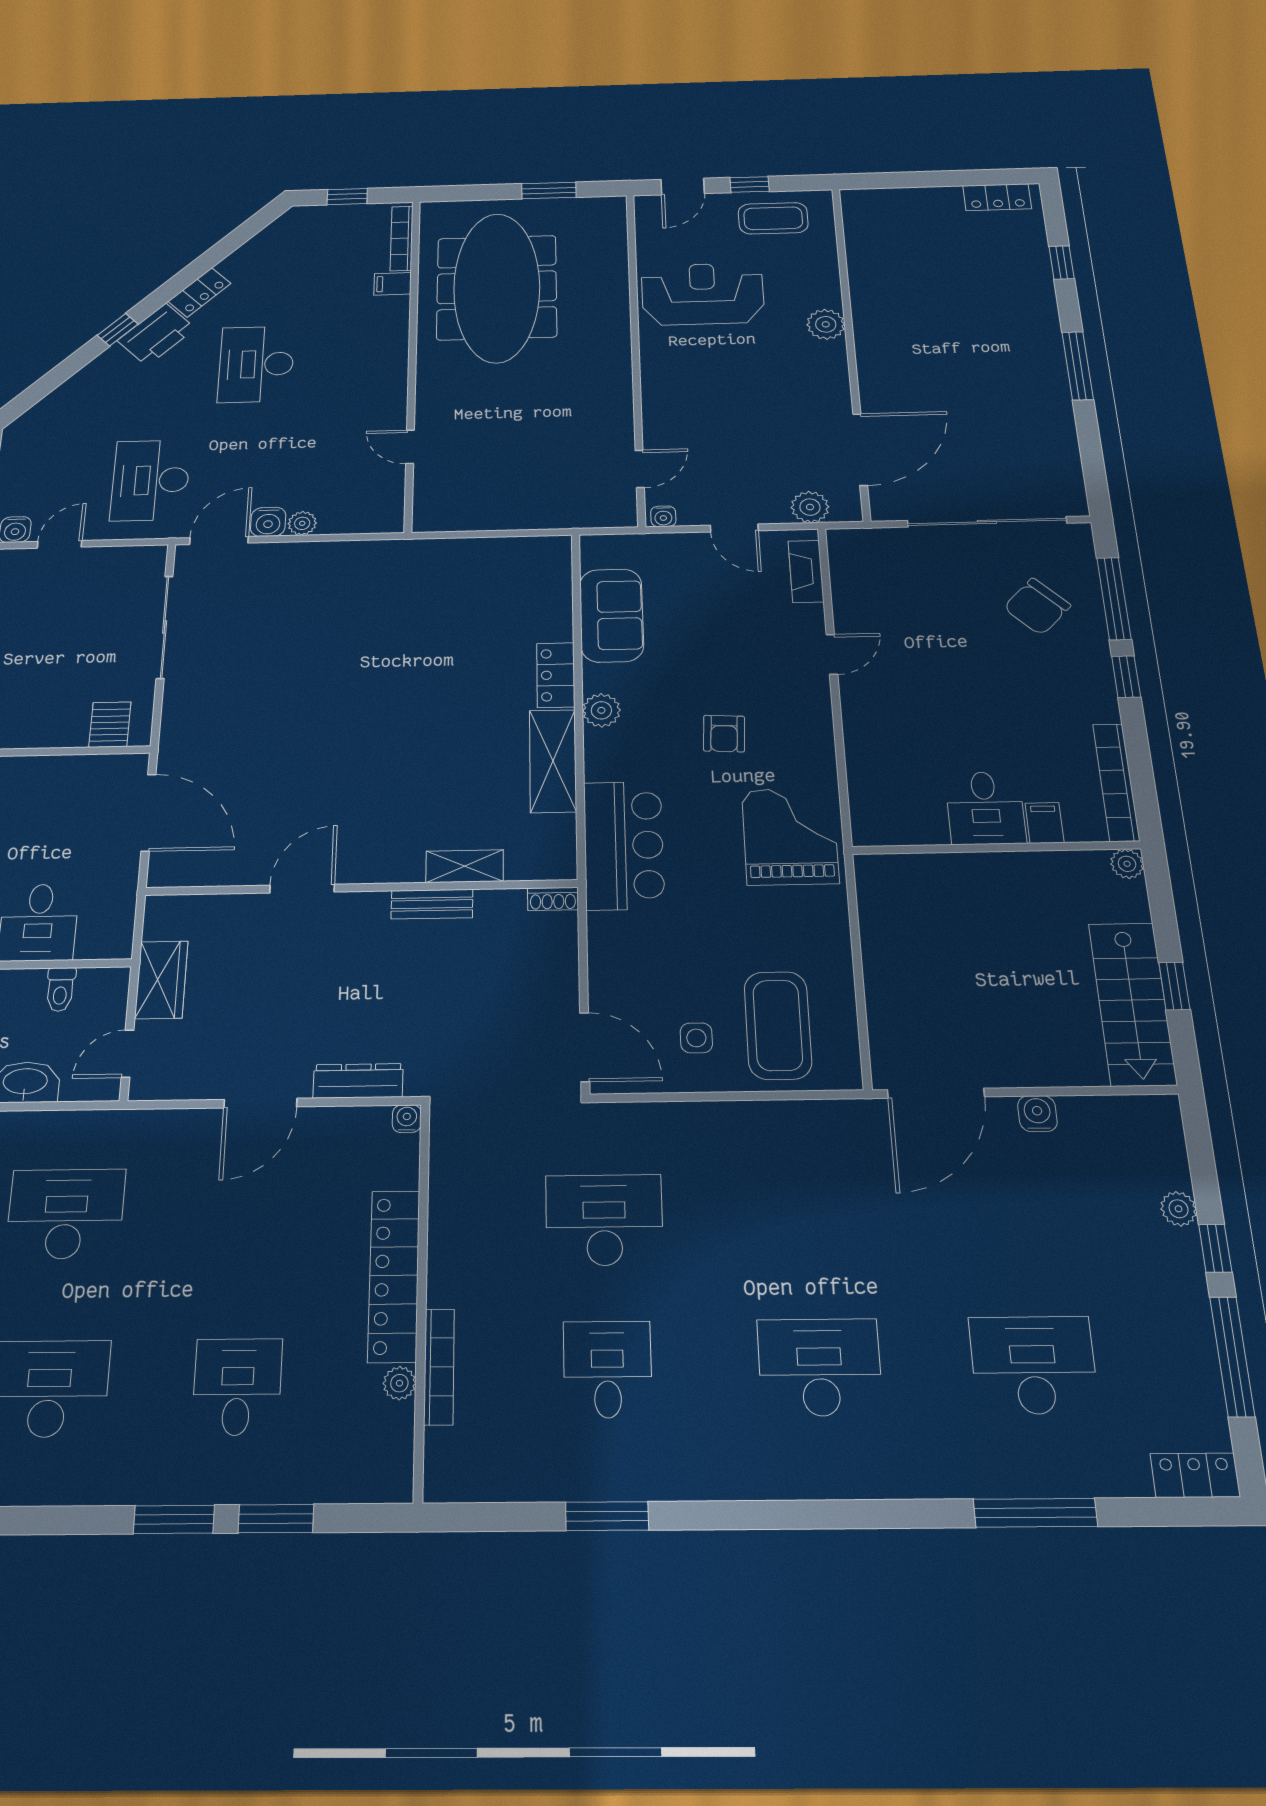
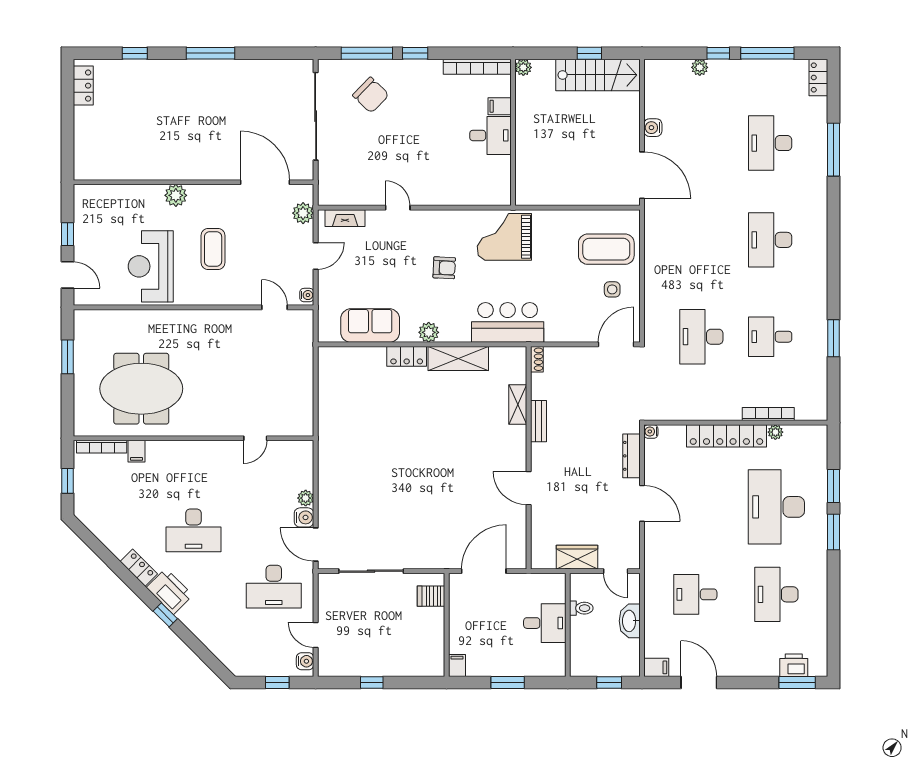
coffee table: (773, 218) -> (213, 249), moved
meeting table: (497, 287) -> (141, 389), width x0.73
desk: (66, 1214) -> (695, 594), width x0.73
desk: (237, 1387) -> (776, 507), width x1.87, depth x1.30

